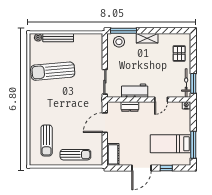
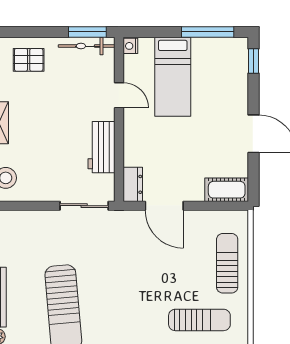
dresser: (130, 106) -> (133, 184), moved
bed: (171, 144) -> (173, 77), moved
window: (166, 168) -> (254, 61), moved

